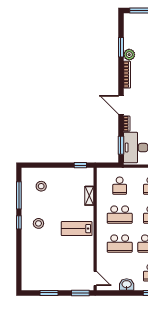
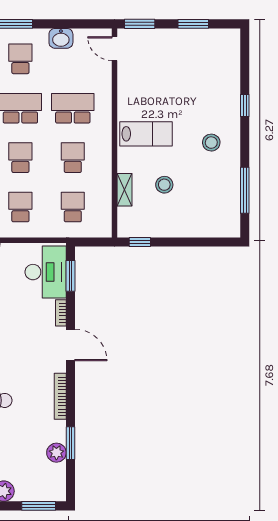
plant: (129, 55) -> (56, 453), moved
stool: (41, 186) -> (164, 185), moved
school desk: (120, 215) -> (73, 158), width x0.54
window: (19, 222) -> (245, 106), moved

